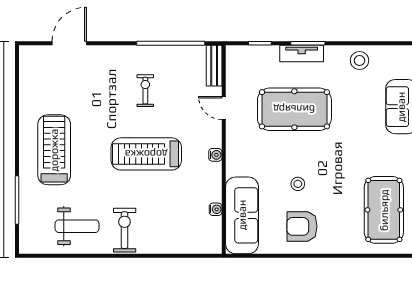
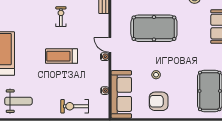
door: (224, 108) -> (110, 45), moved
treadmill: (146, 154) -> (62, 56), width x0.73, depth x0.73
exercise bike: (125, 230) -> (75, 106), moved, turned -90

